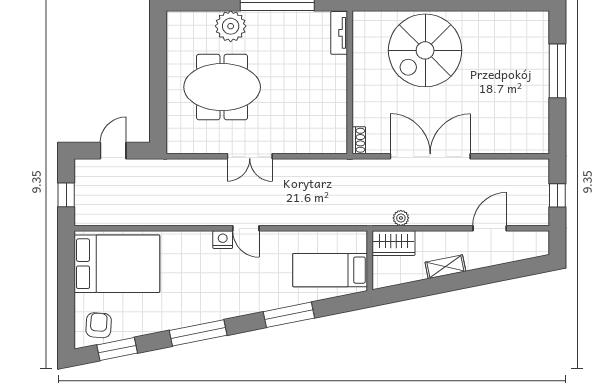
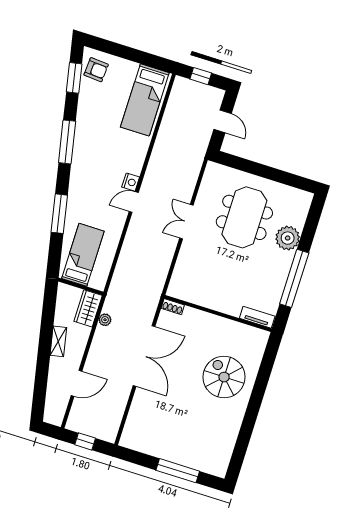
spiral stairs: (425, 50) -> (224, 377), width x0.73, depth x0.73
door: (490, 228) -> (77, 383), hinge flipped
bed: (117, 264) -> (145, 100), width x0.67

